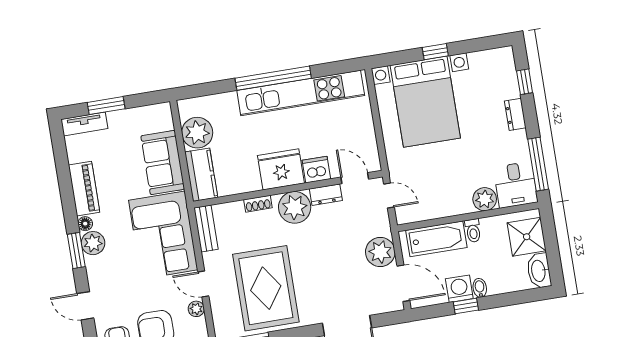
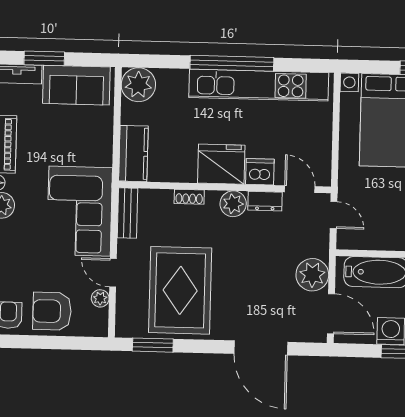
plant: (197, 133) -> (138, 85), moved
sofa: (163, 162) -> (76, 85), moved, turned -90
plant: (295, 207) -> (233, 204), width x0.73, depth x0.73

